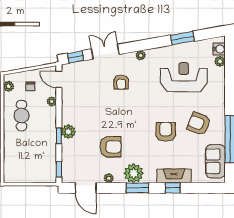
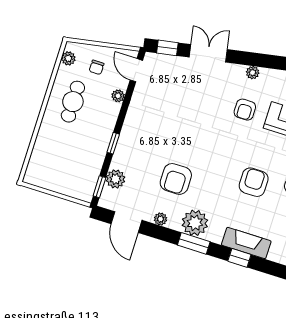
armchair: (121, 82) -> (245, 110), moved
plant: (68, 132) -> (115, 179), moved
armchair: (111, 147) -> (176, 179), turned 90

